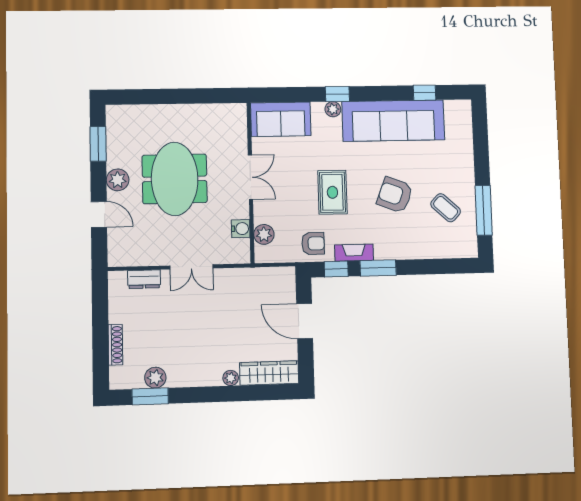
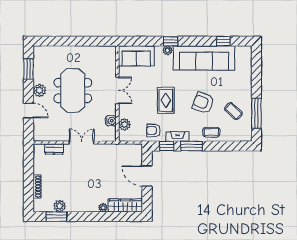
armchair: (313, 243) -> (153, 131), turned 180
coffee table: (410, 244) -> (211, 132), added
double door: (191, 267) -> (82, 143), swing flipped

